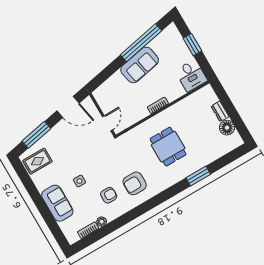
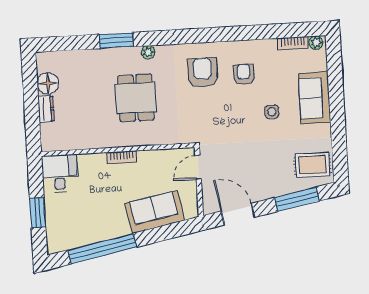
sofa: (140, 65) -> (155, 212), moved
plant: (175, 179) -> (148, 52), added
armchair: (135, 183) -> (203, 73), turned -90
armchair: (109, 195) -> (244, 74), turned 91
plant: (102, 222) -> (316, 43), moved

